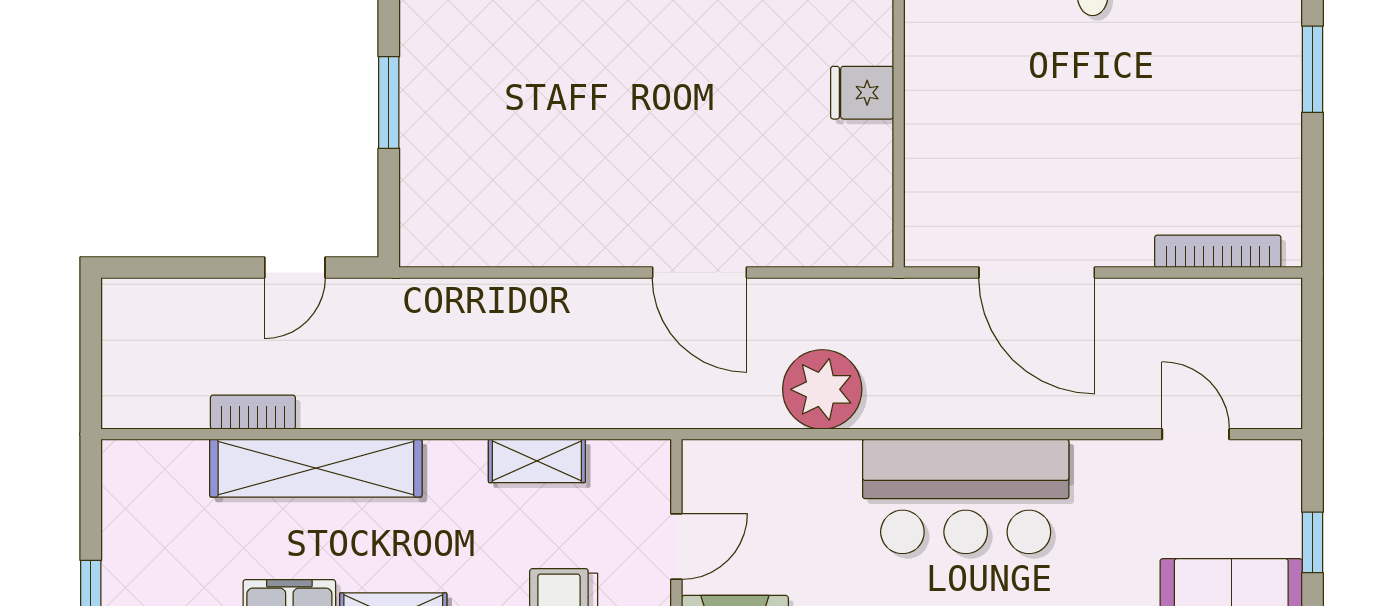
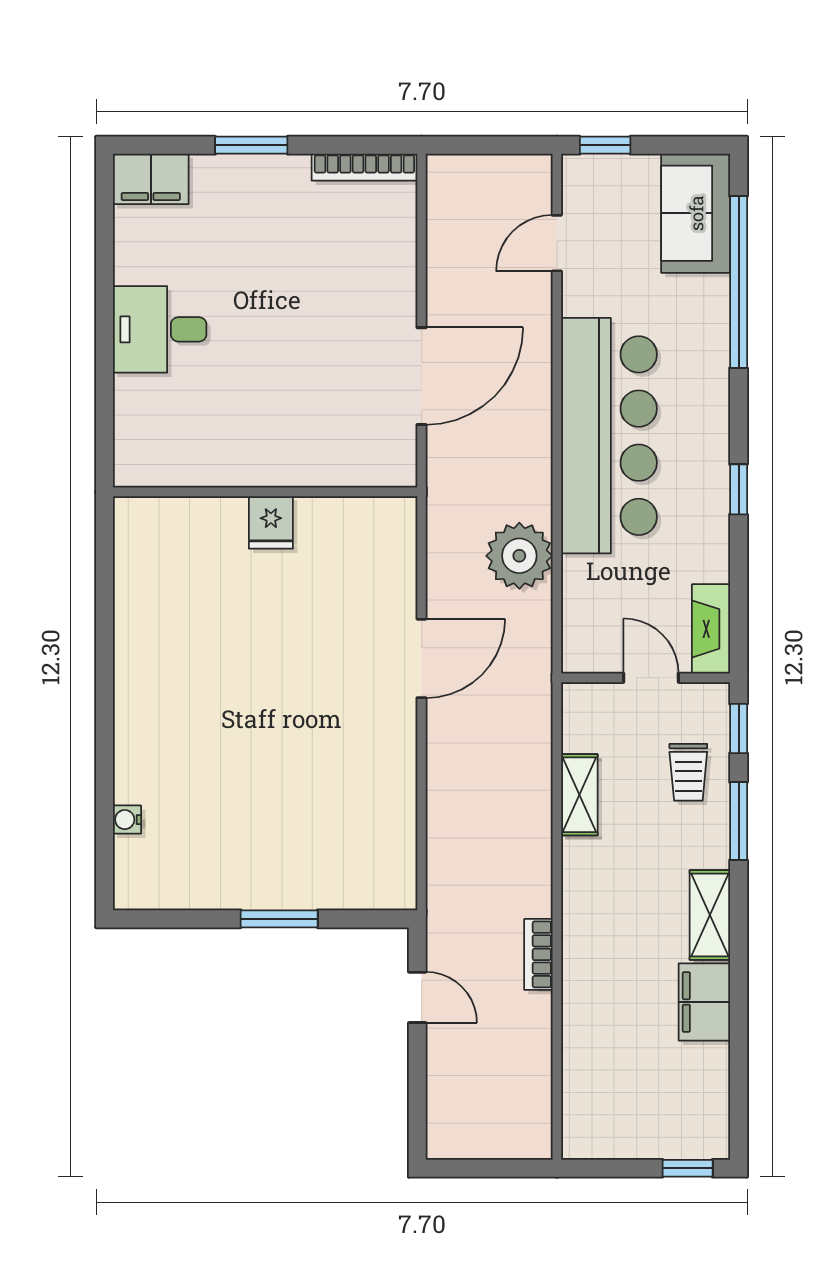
bookcase: (1218, 251) -> (364, 167), moved, turned -90
bookcase: (253, 412) -> (538, 954), moved
shelving: (316, 468) -> (585, 980), removed
bar counter: (966, 496) -> (609, 436), width x1.36
window: (1313, 542) -> (605, 145), moved

